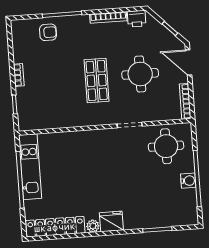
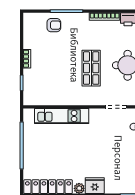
kitchen unit: (30, 167) -> (62, 116), moved, turned 90

